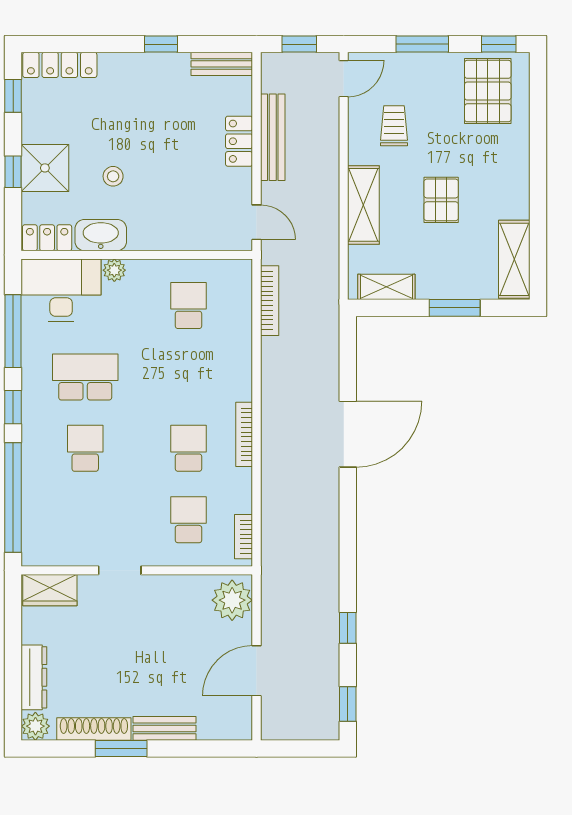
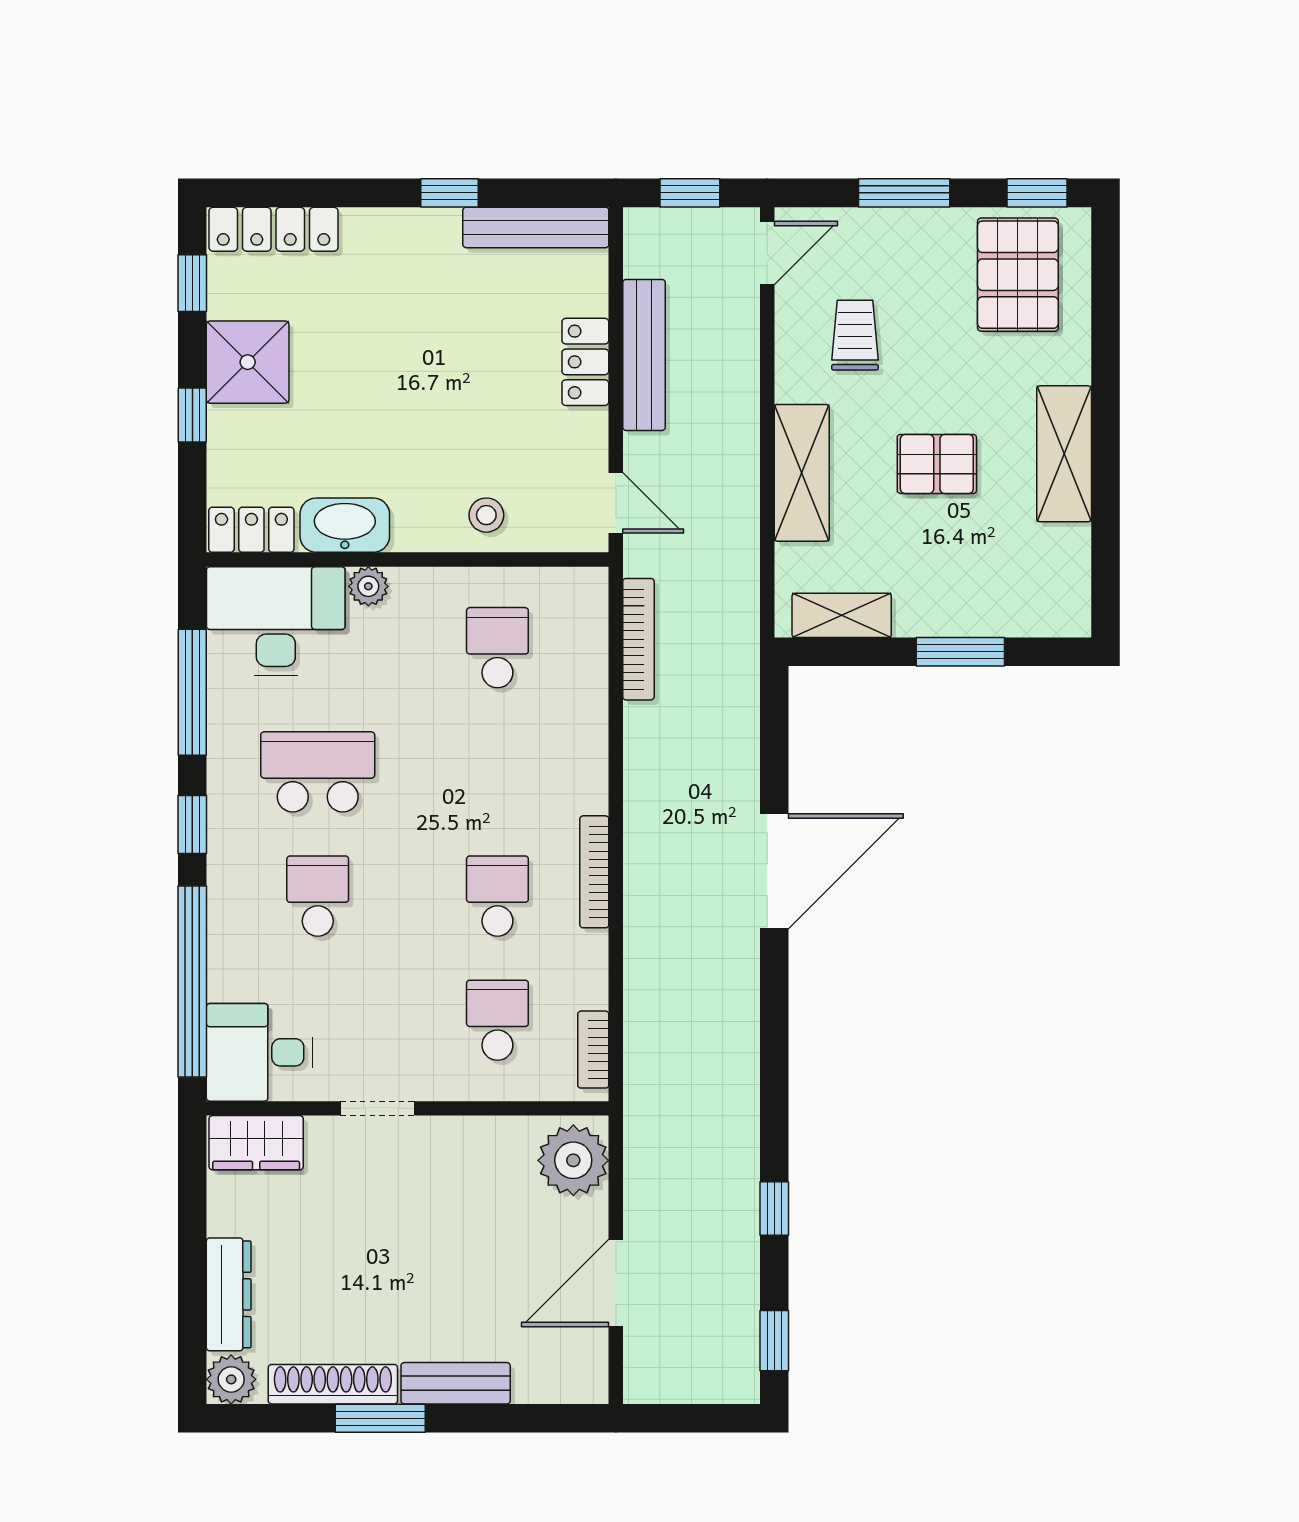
bench: (222, 64) -> (536, 227), width x1.36
shower: (45, 168) -> (248, 362), moved
stool: (113, 176) -> (486, 515), moved
pallet: (441, 200) -> (937, 464), turned 90
shelving: (514, 259) -> (1064, 454), moved
desk: (52, 538) -> (259, 1052), added

